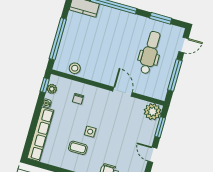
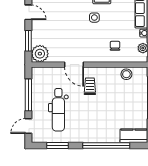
trolley: (113, 67) -> (90, 86), added

